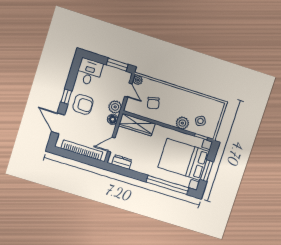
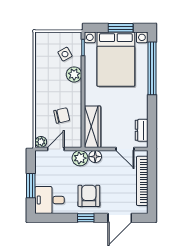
window: (117, 65) -> (31, 186), moved

